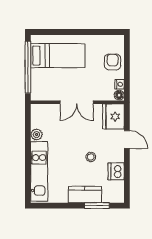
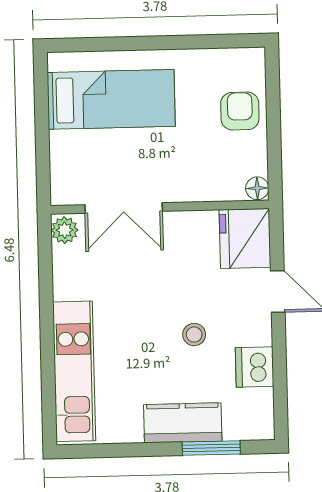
window: (28, 67) -> (42, 128), removed
nightstand: (120, 84) -> (257, 163), removed
double door: (77, 102) -> (124, 208), moved
plant: (37, 135) -> (65, 230), moved

